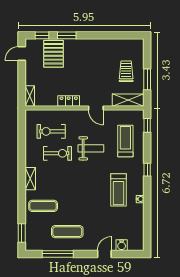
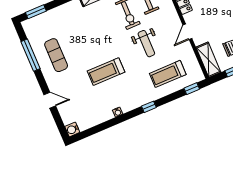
treadmill: (125, 141) -> (168, 74), turned 180
treadmill: (119, 190) -> (106, 72), moved
exercise mat: (43, 206) -> (71, 21), removed
water cooler: (122, 245) -> (72, 129), moved

